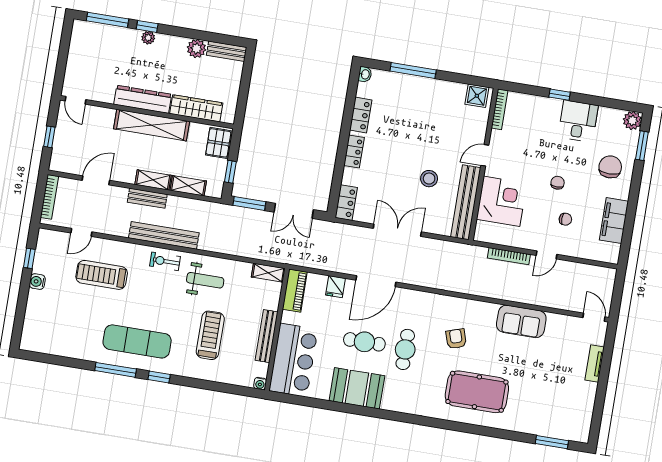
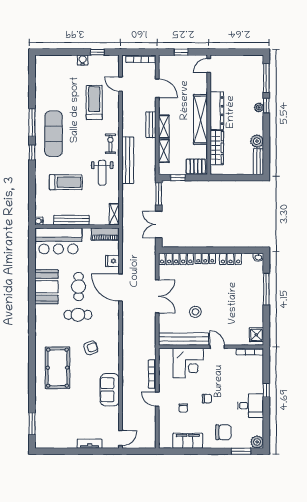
locker: (346, 203) -> (176, 259), width x1.53
bench: (164, 235) -> (128, 160), moved

